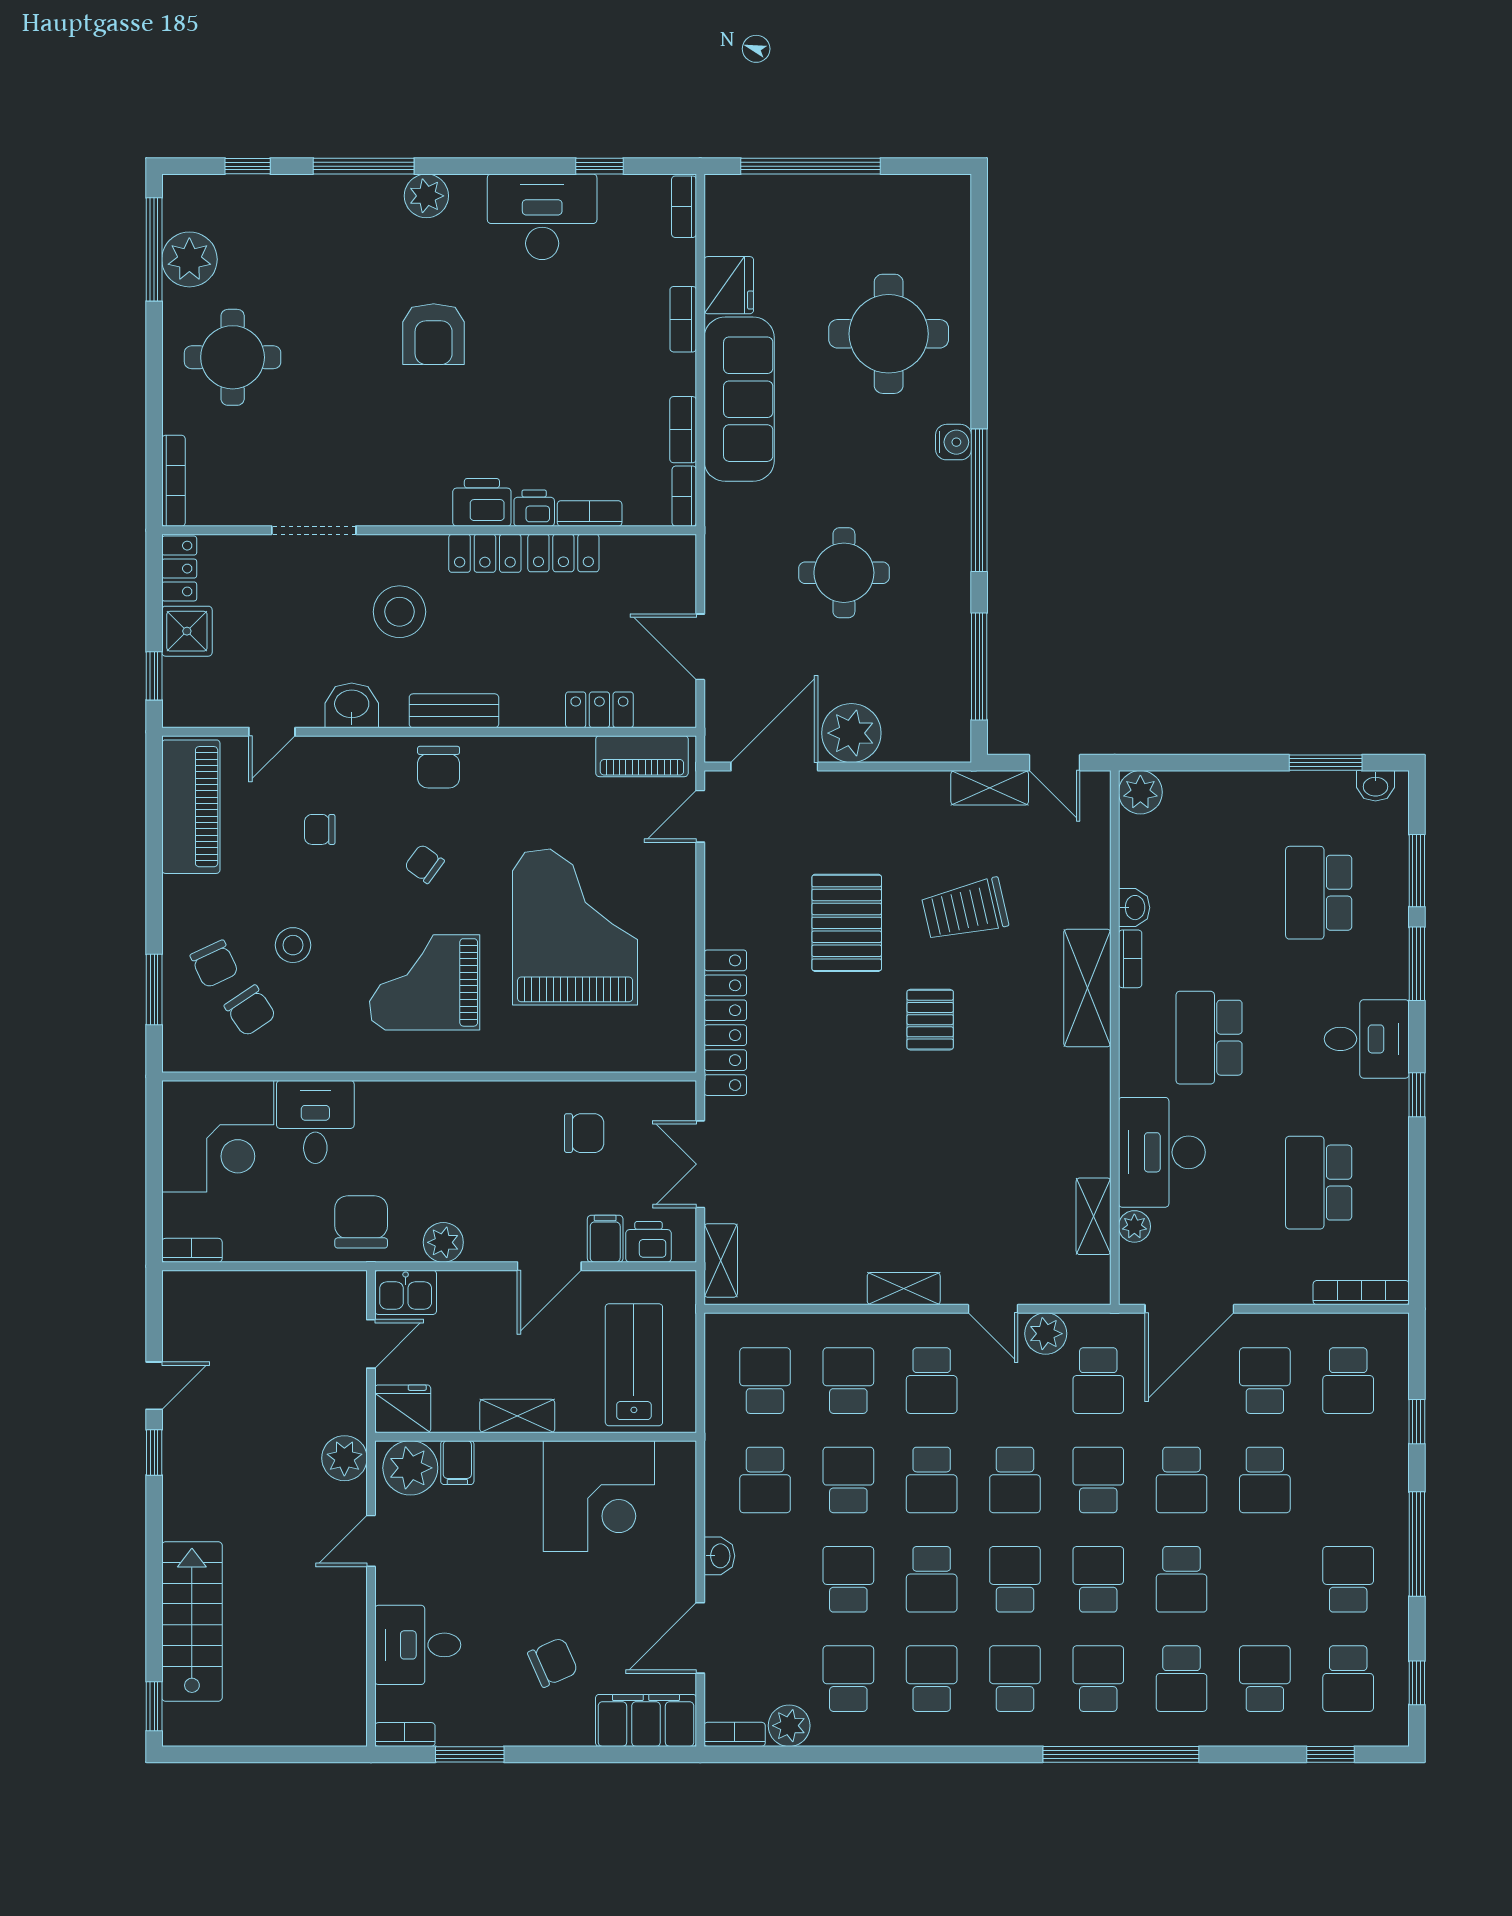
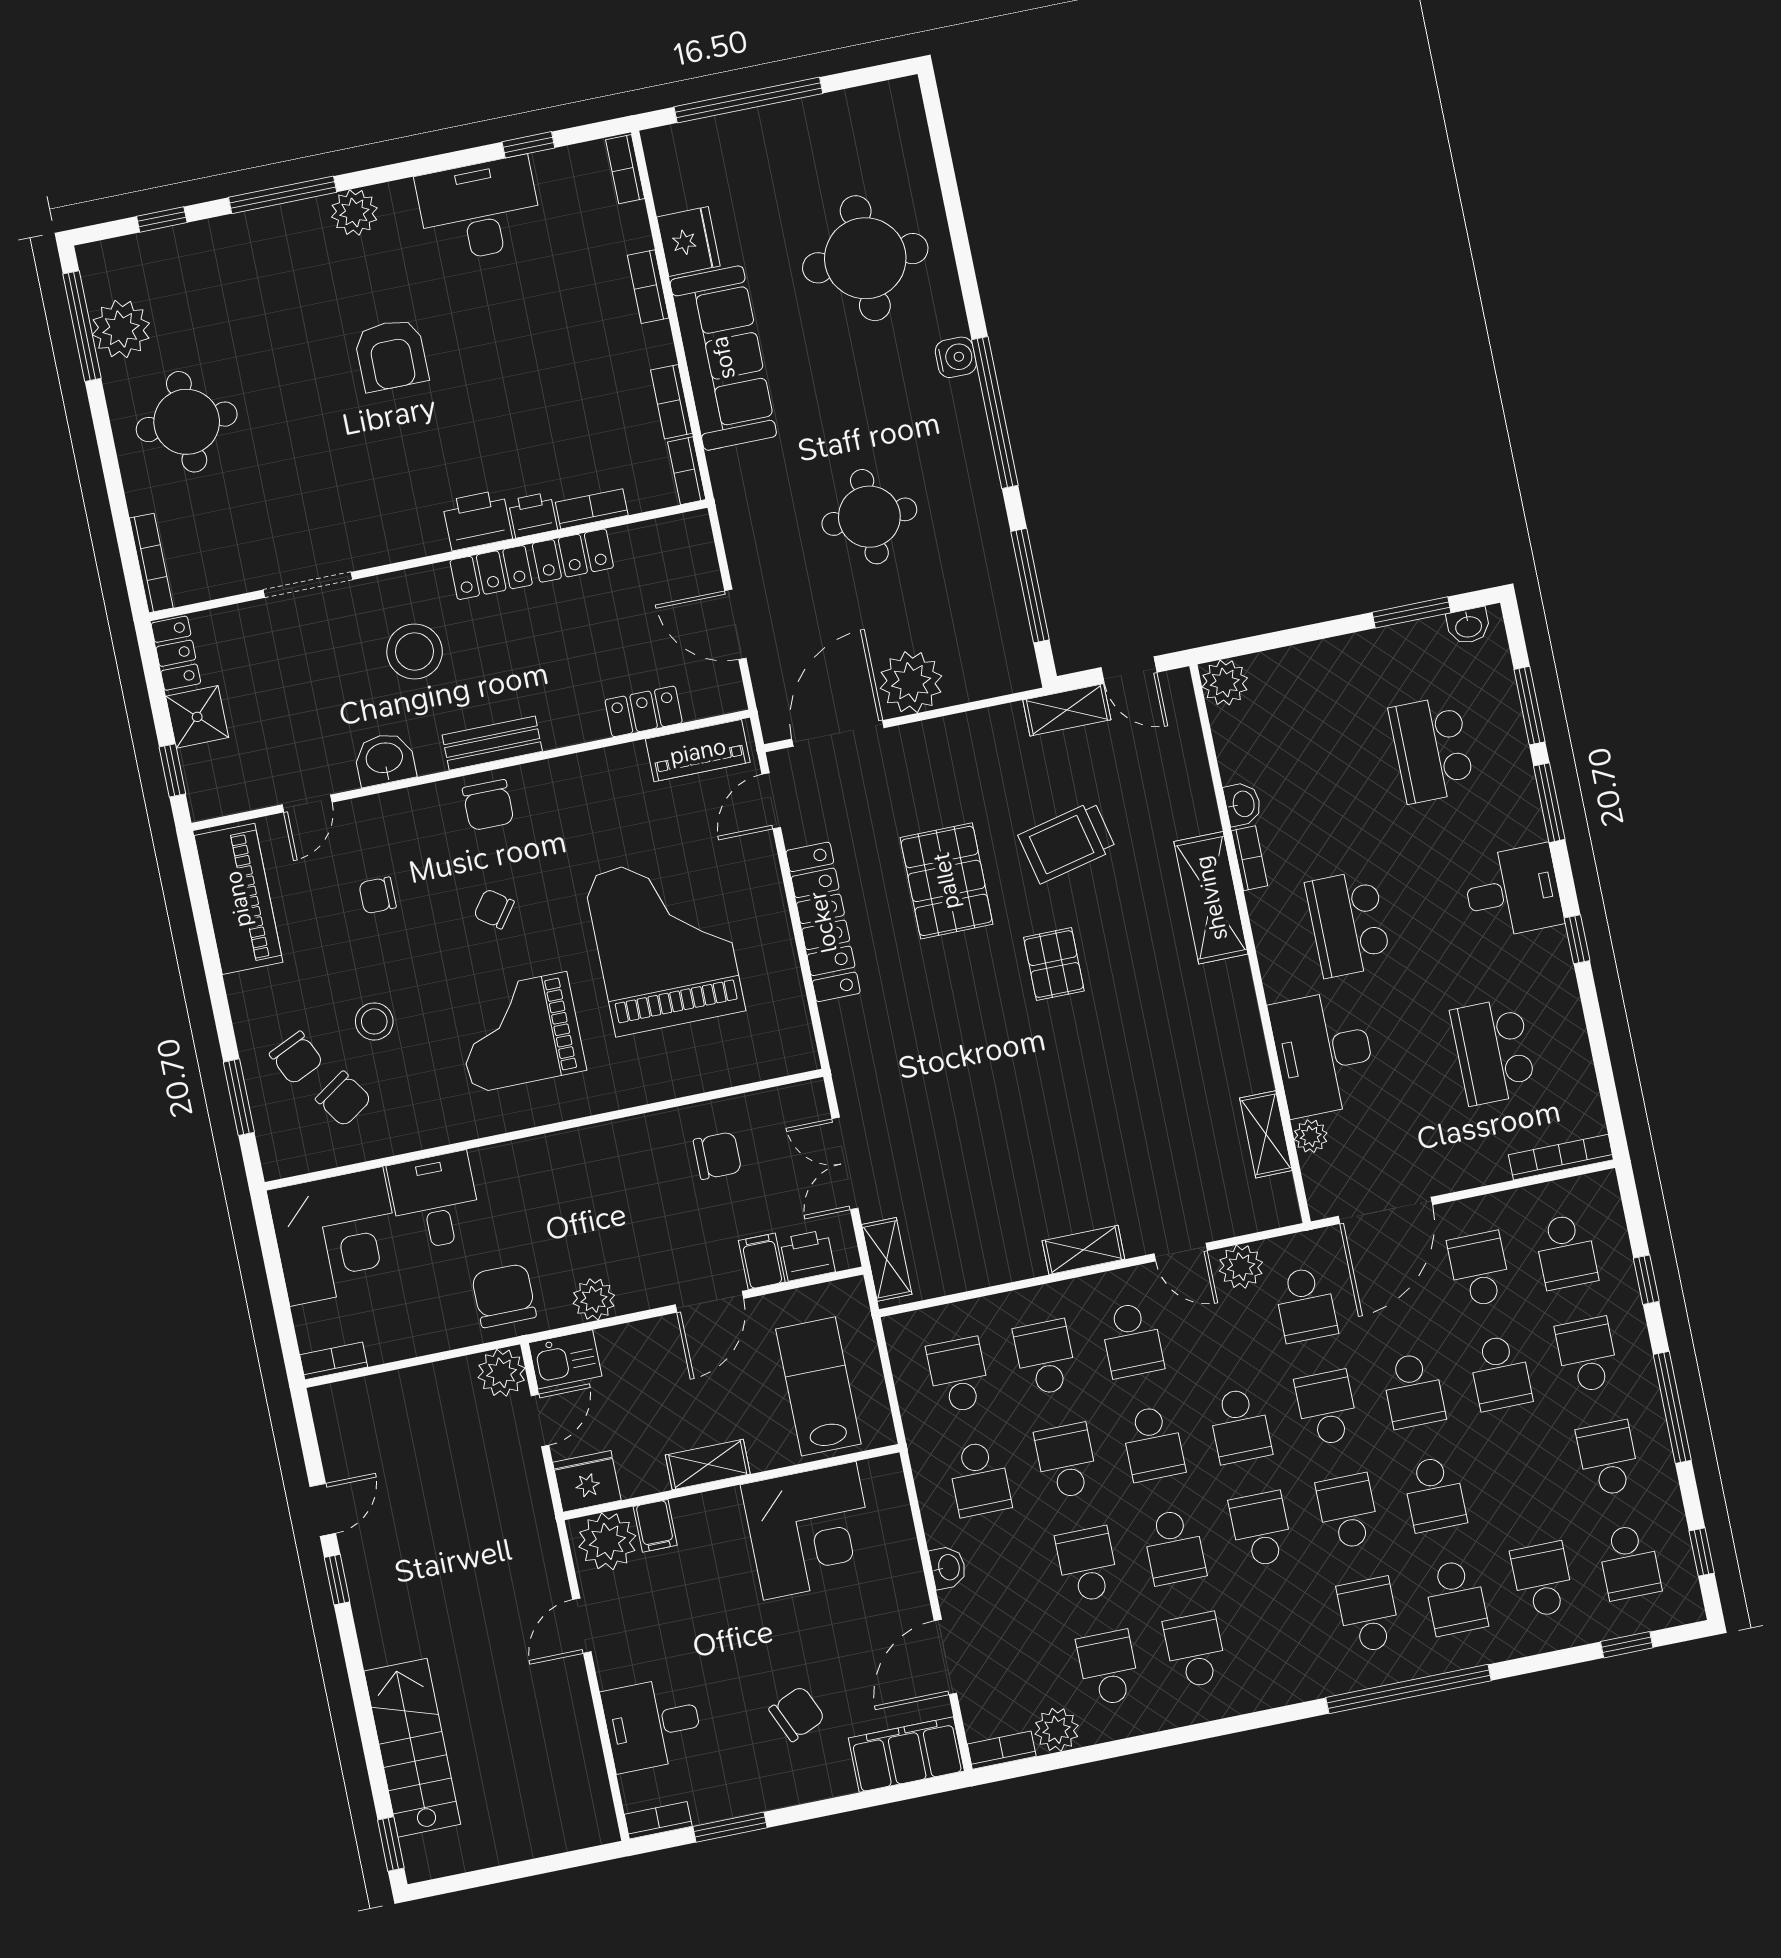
locker: (725, 1023) -> (823, 922), moved
plant: (344, 1458) -> (502, 1373), moved
school desk: (1015, 1679) -> (1587, 1355), moved

